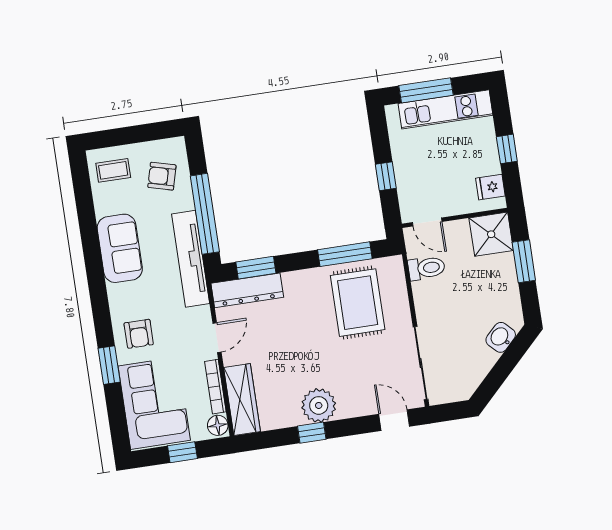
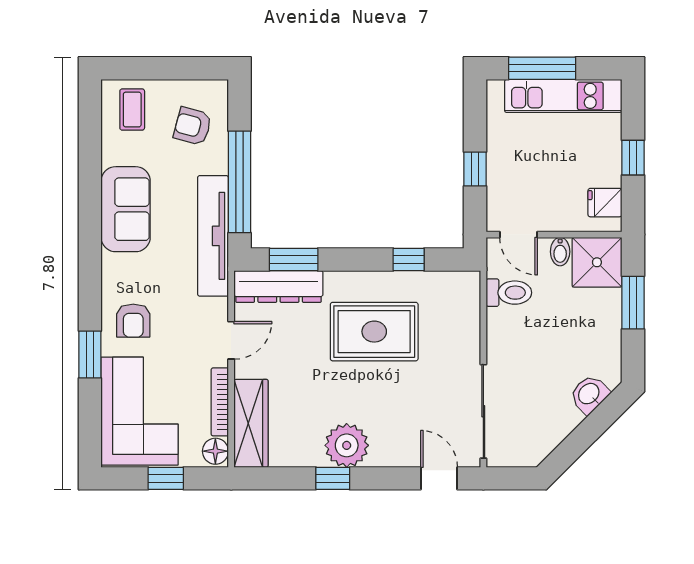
coffee table: (113, 170) -> (132, 110), turned 90
bidet: (461, 230) -> (560, 252), added
window: (345, 254) -> (409, 259), width x0.46
rug: (358, 303) -> (374, 332), moved, turned 90

